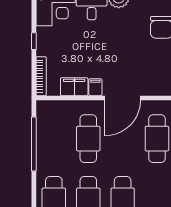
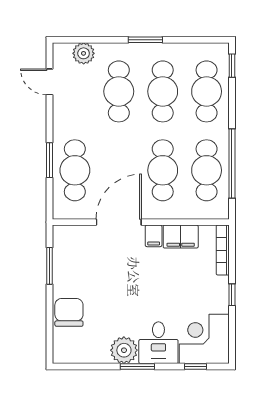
cafe table: (54, 139) -> (207, 170), added

